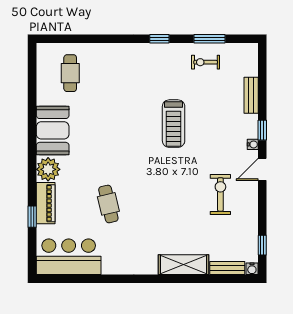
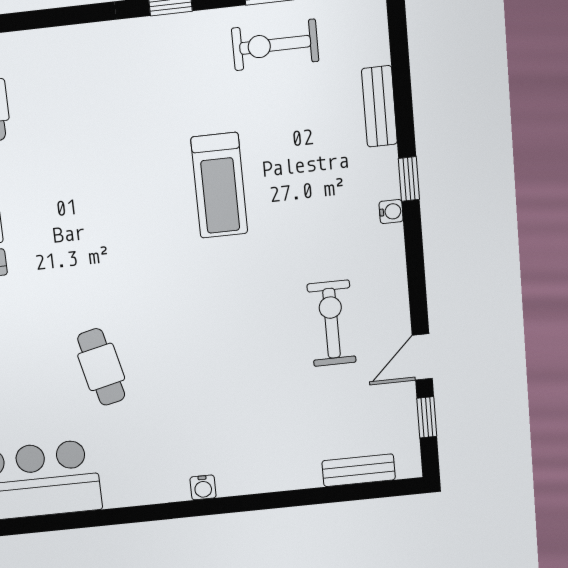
exercise bike: (206, 62) -> (275, 45), width x1.38, depth x1.39
door: (262, 169) -> (422, 357), moved
shelving: (183, 265) -> (268, 473), removed
water cooler: (252, 269) -> (203, 487), moved

